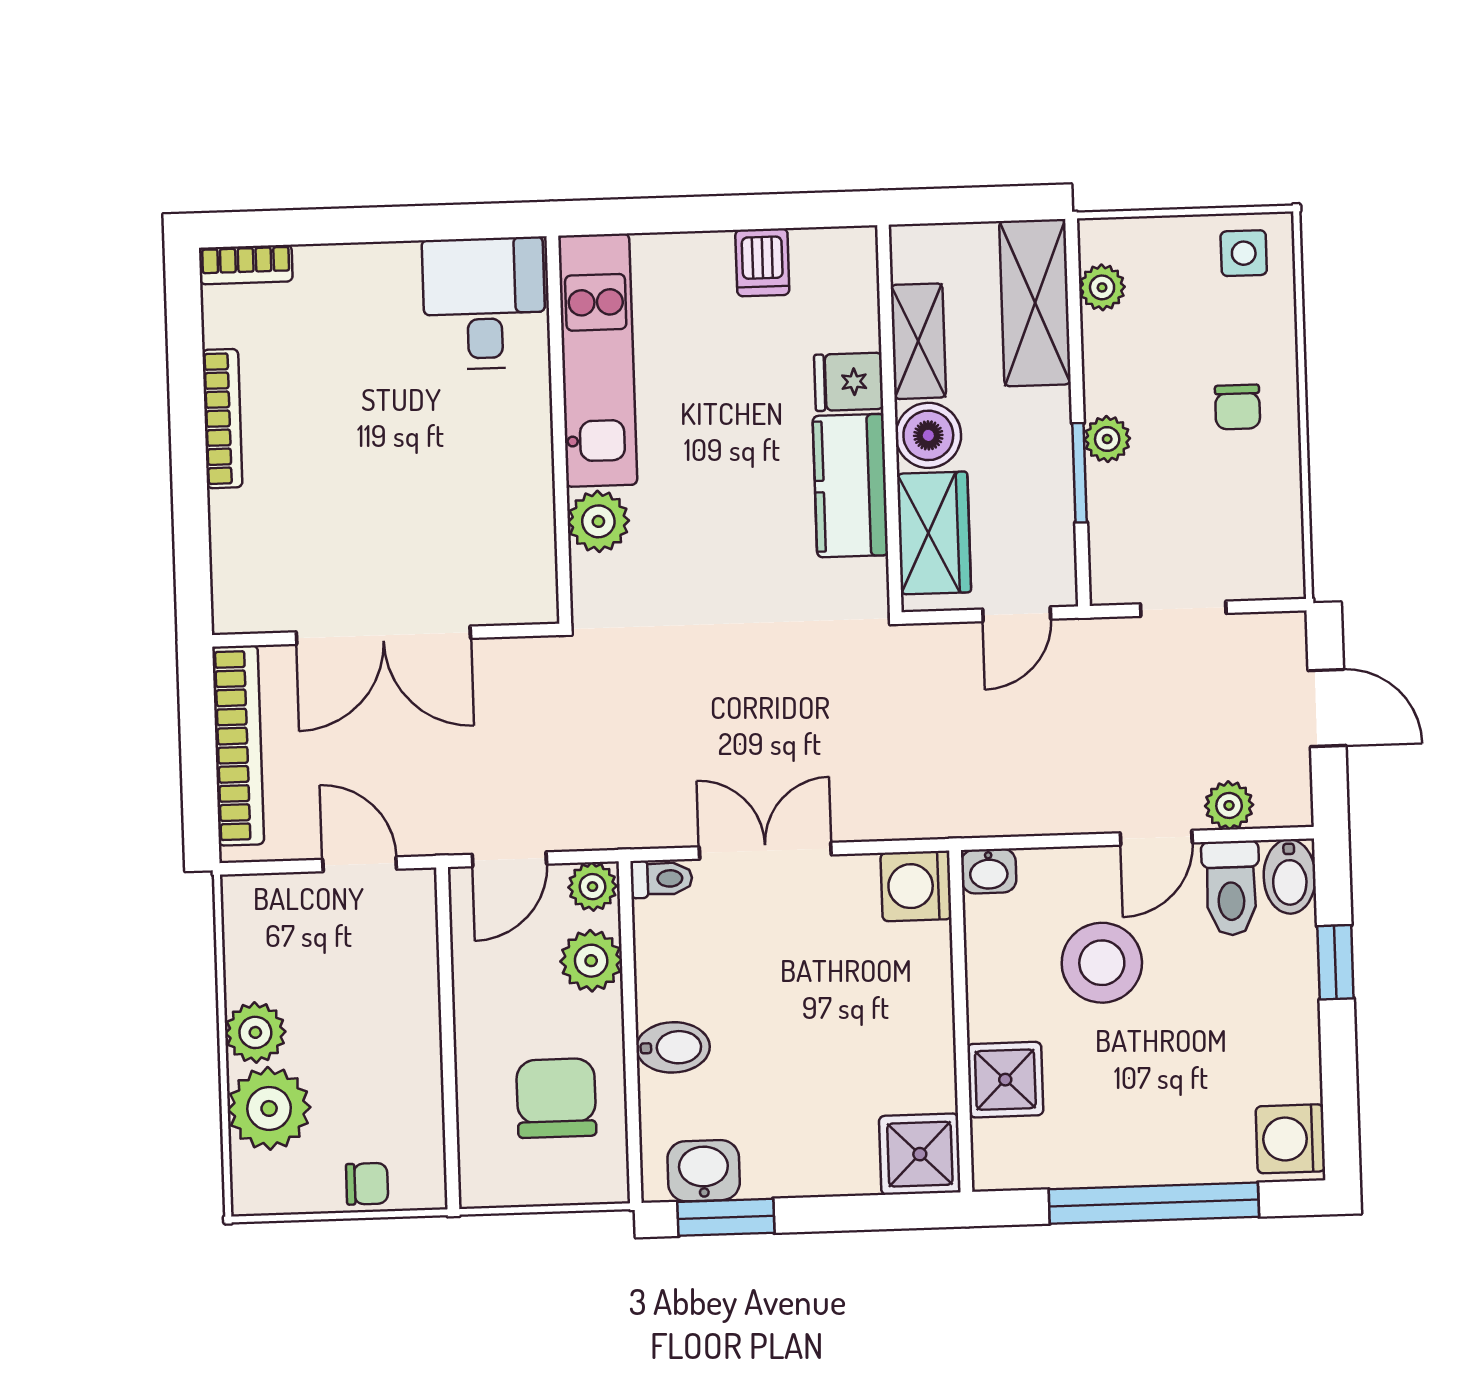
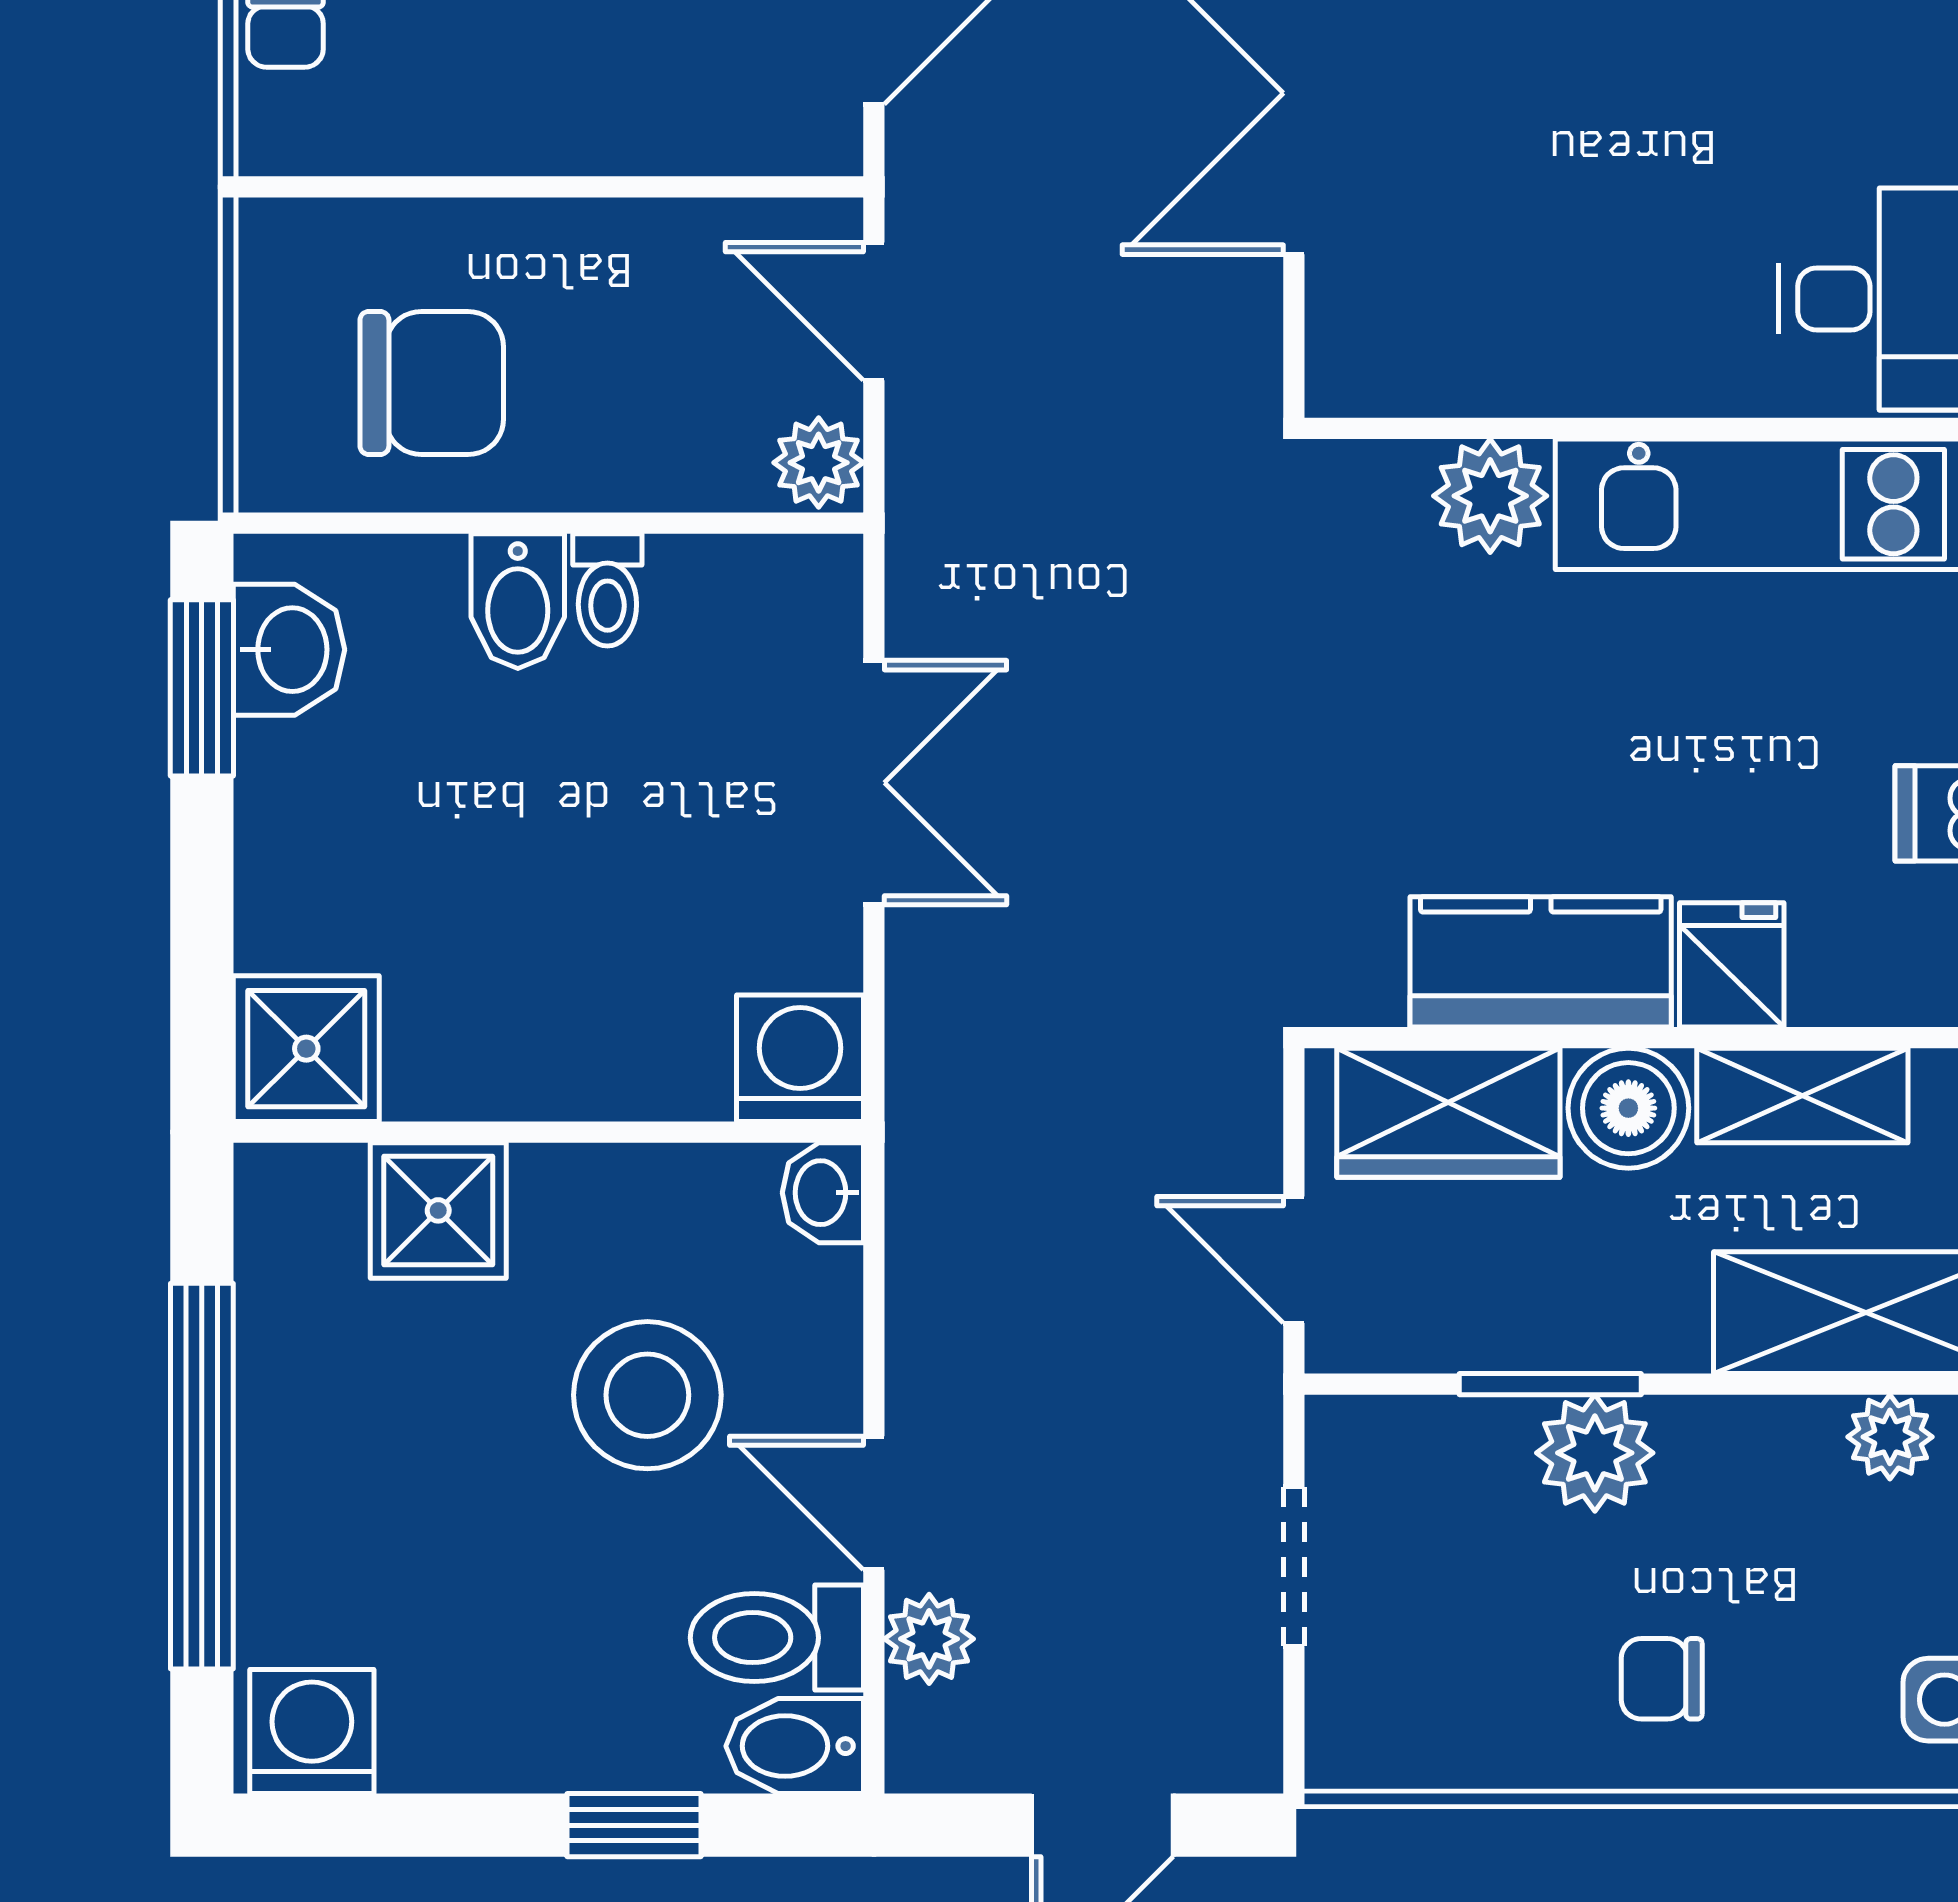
plant: (1107, 439) -> (1595, 1453), width x1.38, depth x1.38
toilet: (661, 879) -> (607, 590), moved
plant: (591, 961) -> (682, 456), removed

